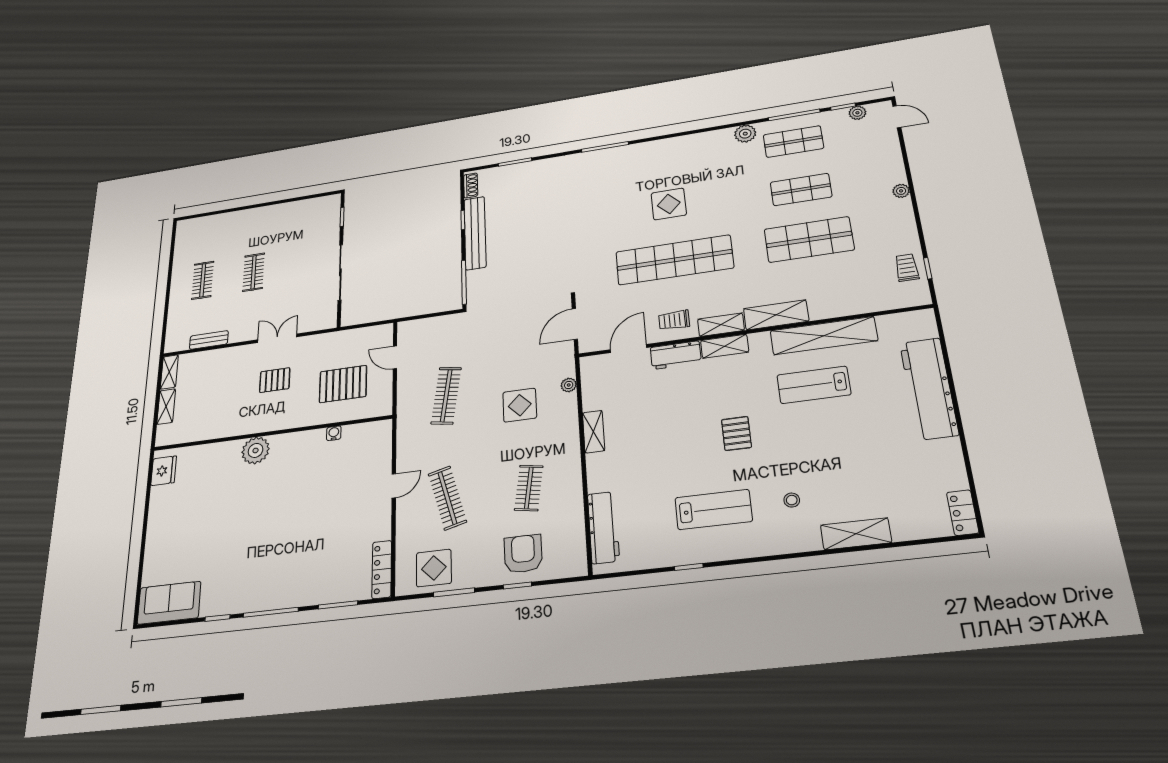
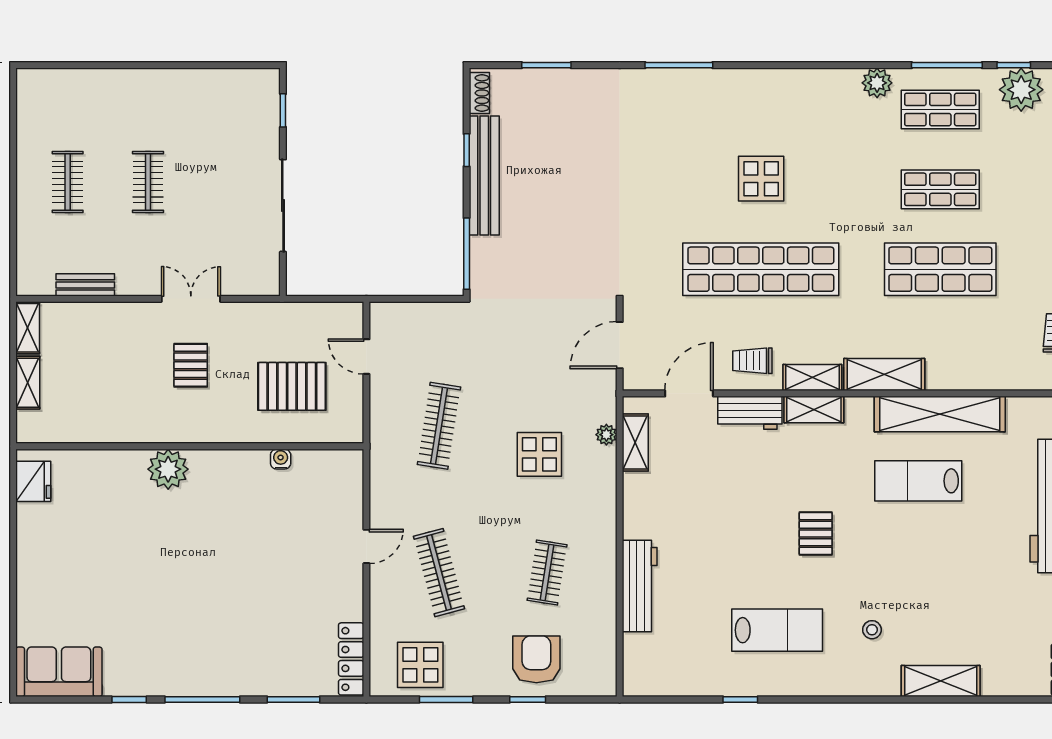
plant: (857, 113) -> (1021, 90), width x1.87, depth x1.87
pallet: (275, 380) -> (191, 365), turned 90
shelving: (594, 432) -> (635, 443), moved
workbench: (603, 527) -> (640, 586), moved

